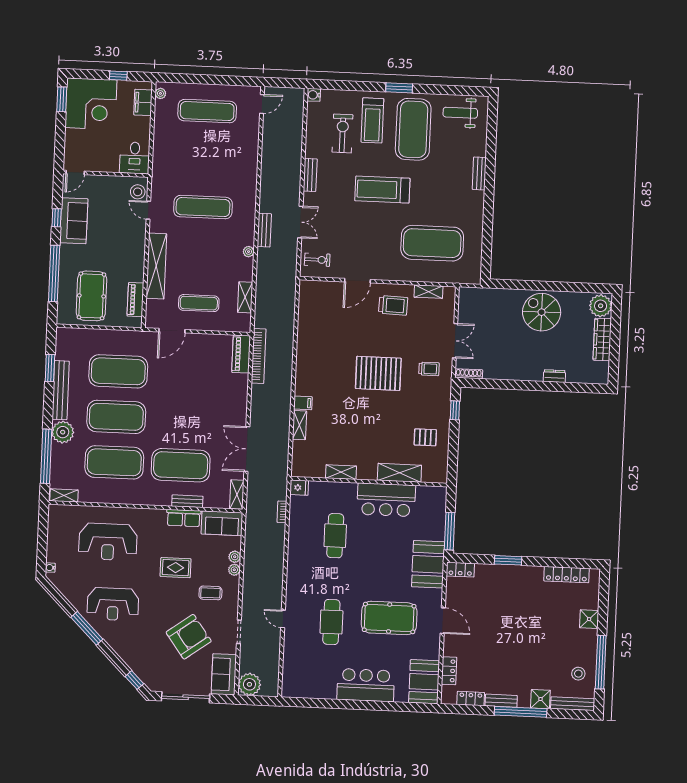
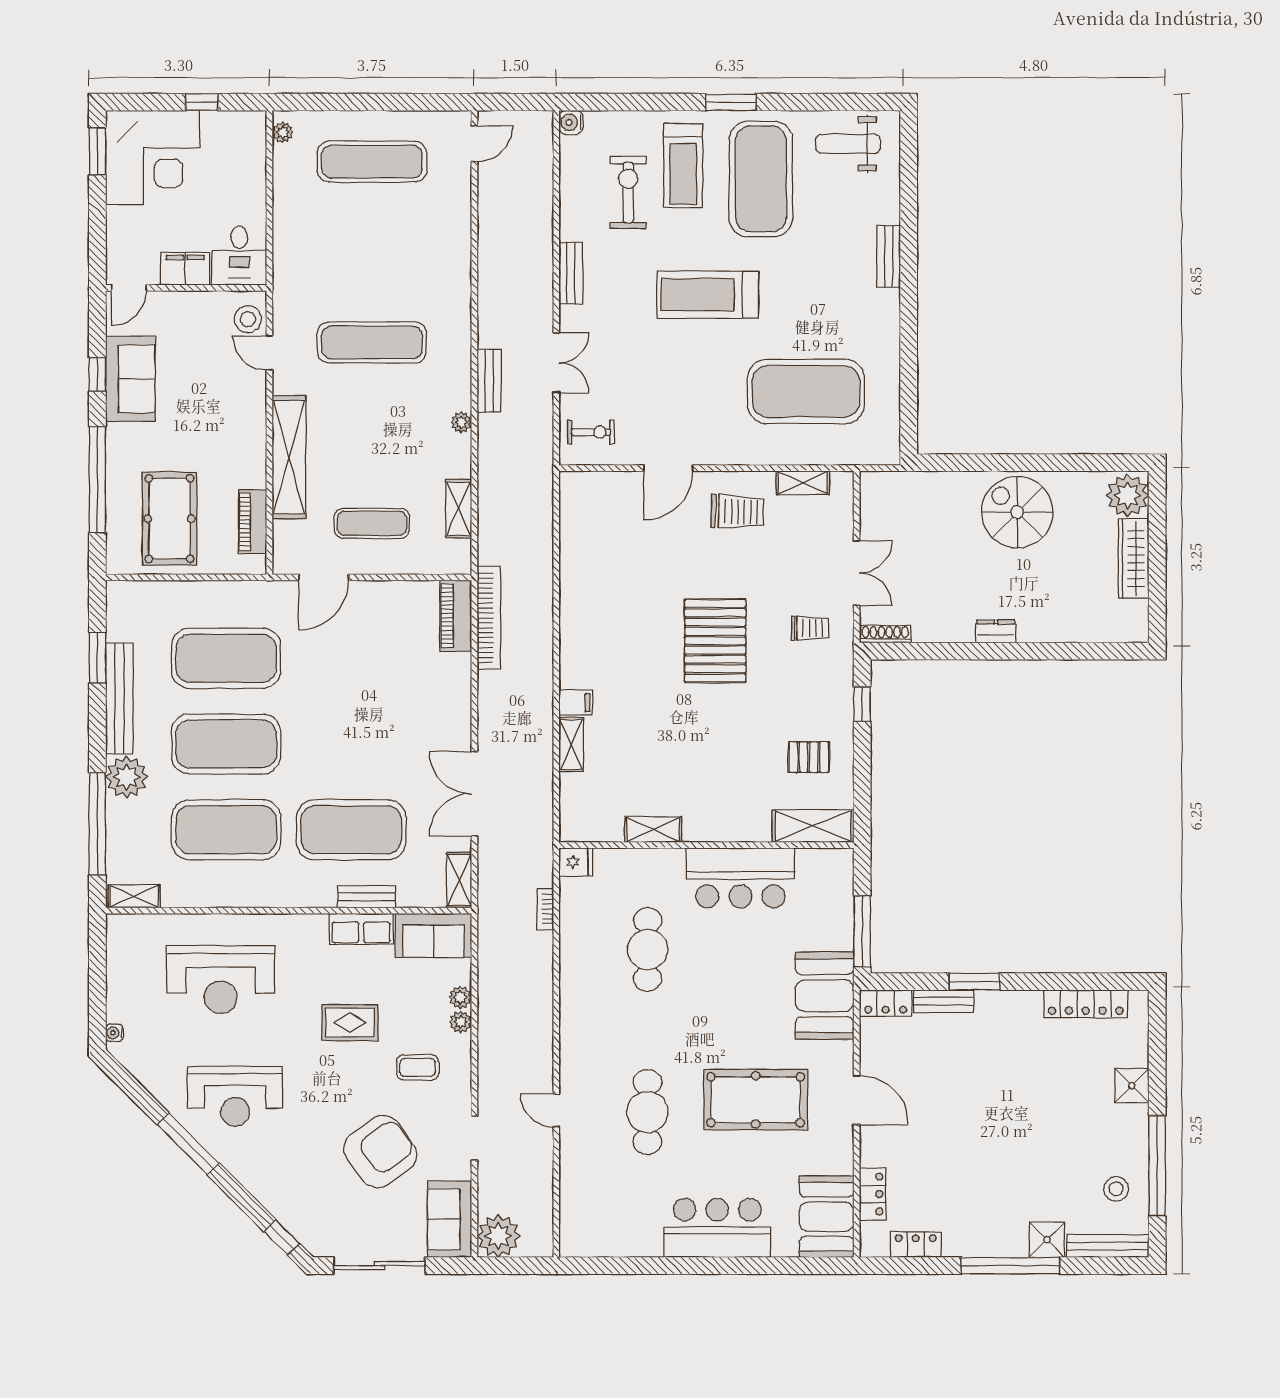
filing cabinet: (143, 102) -> (185, 269), moved, turned 90
pallet: (378, 373) -> (715, 641), turned 90
dresser: (554, 376) -> (996, 631), moved
shelving: (399, 473) -> (813, 826), moved
bench: (501, 701) -> (944, 1001), moved

